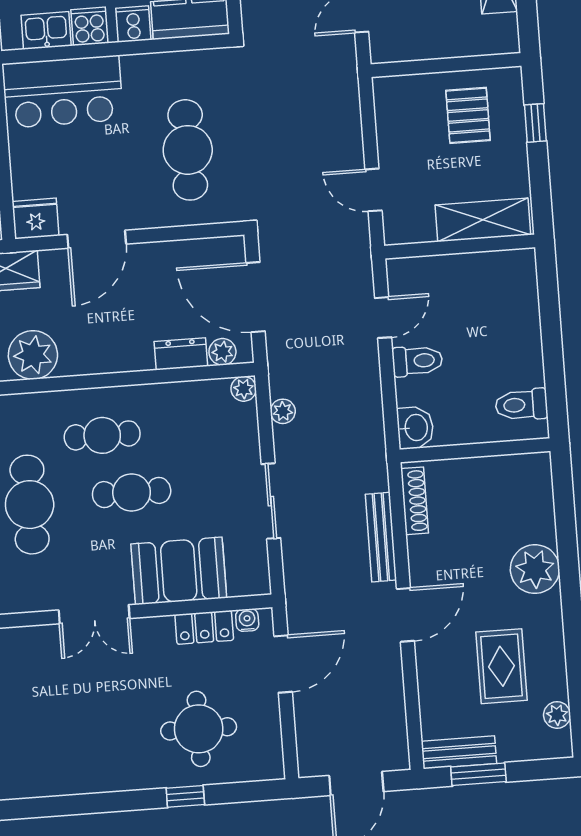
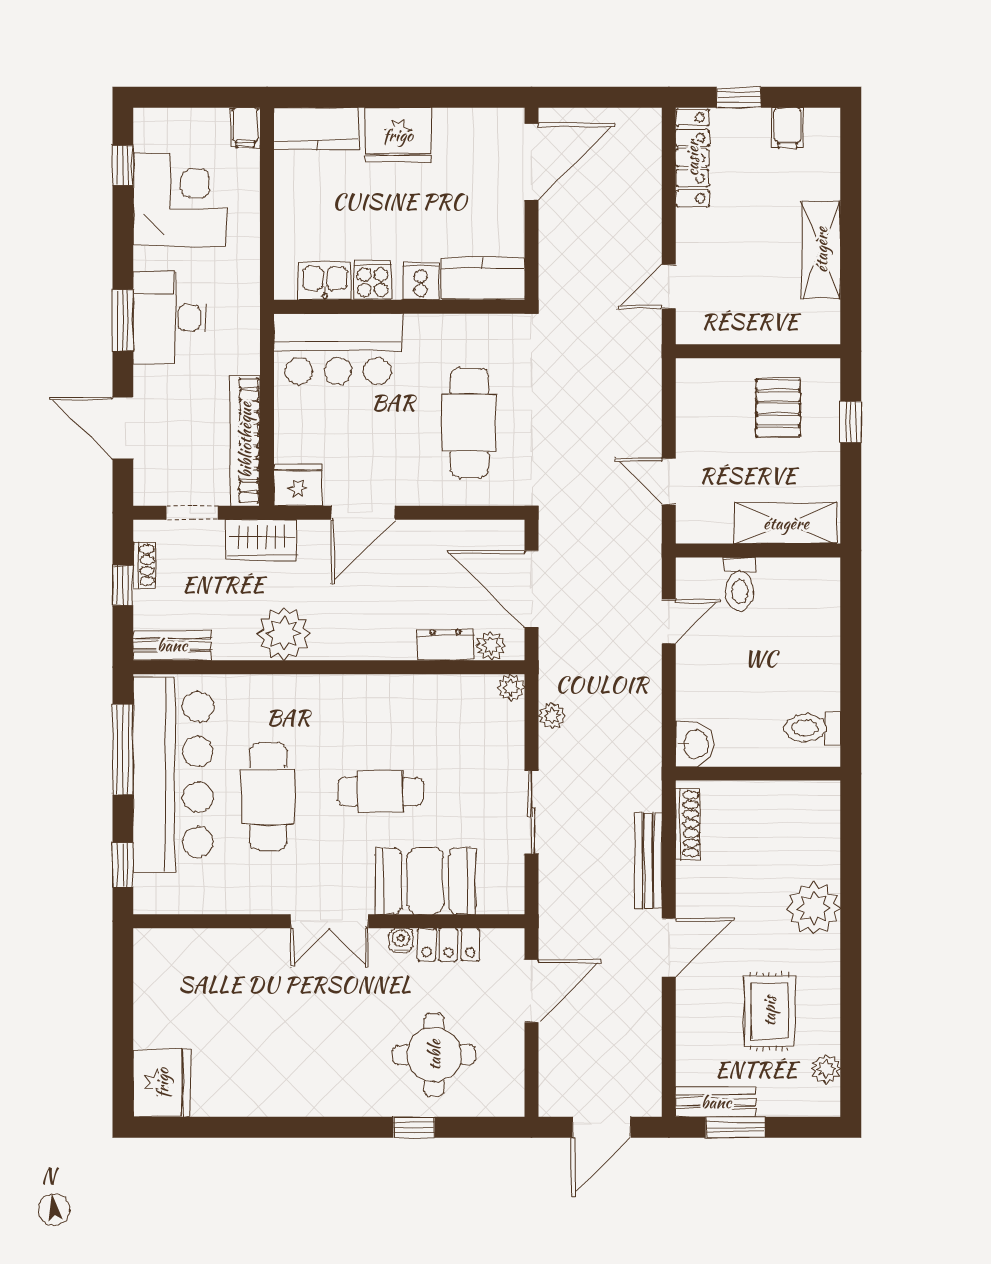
toilet: (417, 361) -> (740, 584), moved, turned 90
cafe table: (102, 435) -> (353, 727), removed
water cooler: (247, 620) -> (401, 940), moved

